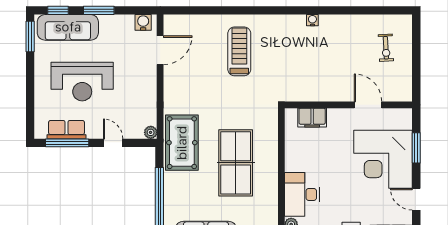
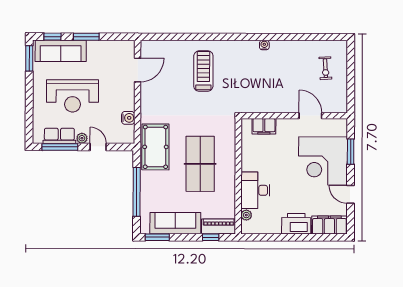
water cooler: (143, 22) -> (128, 118), moved, turned 90
plant: (151, 132) -> (82, 138), moved

